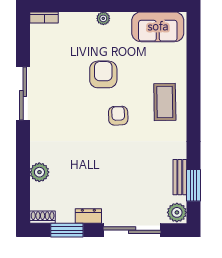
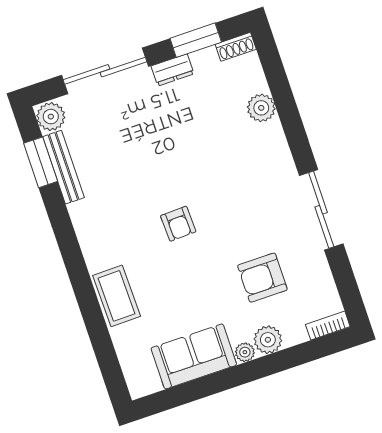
plant: (86, 21) -> (268, 340), added
sofa: (158, 27) -> (194, 356), moved
armchair: (103, 74) -> (262, 278), moved, turned 90
coffee table: (165, 102) -> (117, 296), moved
bench: (180, 177) -> (63, 167), width x1.36

